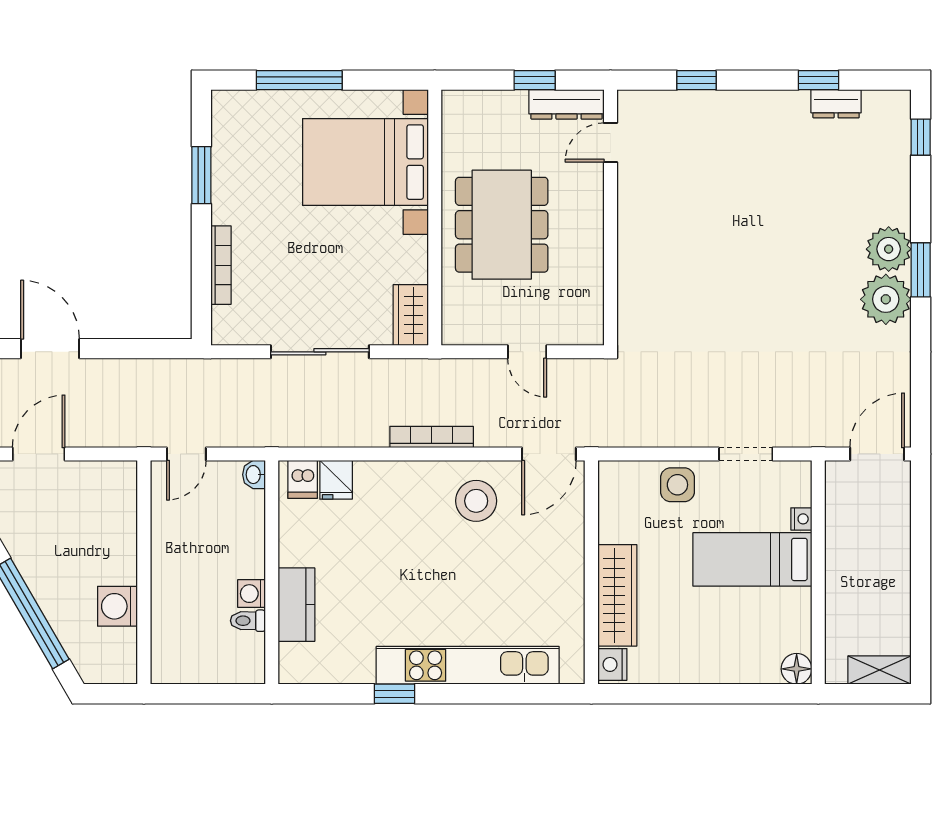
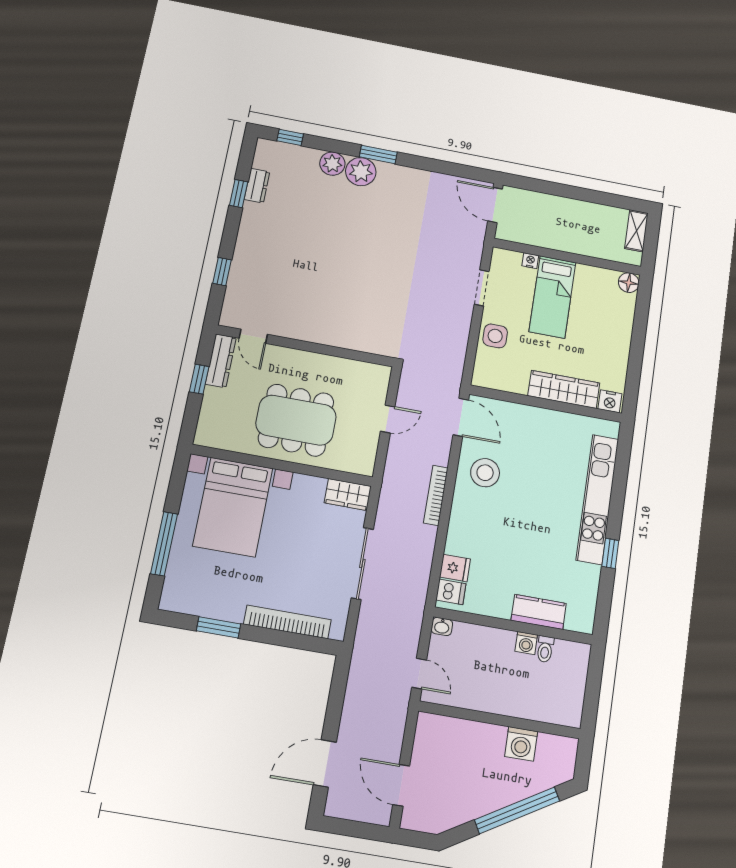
bookcase: (221, 265) -> (287, 622), width x1.48, depth x1.31
plant: (886, 299) -> (332, 164), moved, width x0.73, depth x0.73

